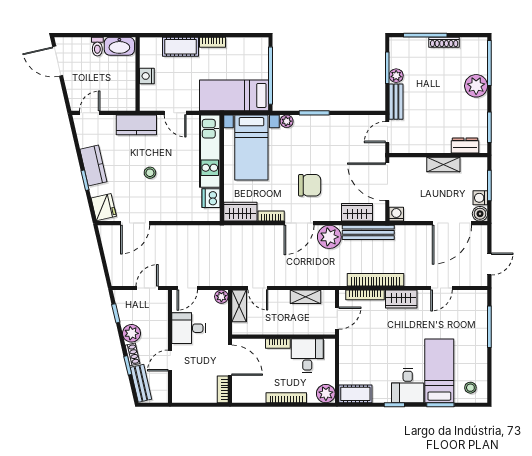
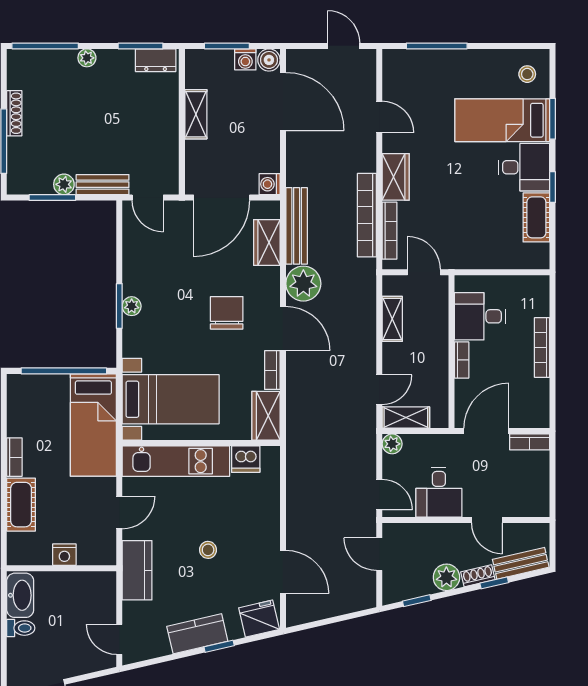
plant: (476, 86) -> (87, 58), width x0.53, depth x0.53
plant: (287, 121) -> (132, 306), moved
dresser: (465, 145) -> (156, 60), moved, turned -90
plant: (326, 394) -> (536, 289), removed
cot: (355, 394) -> (536, 217), moved

